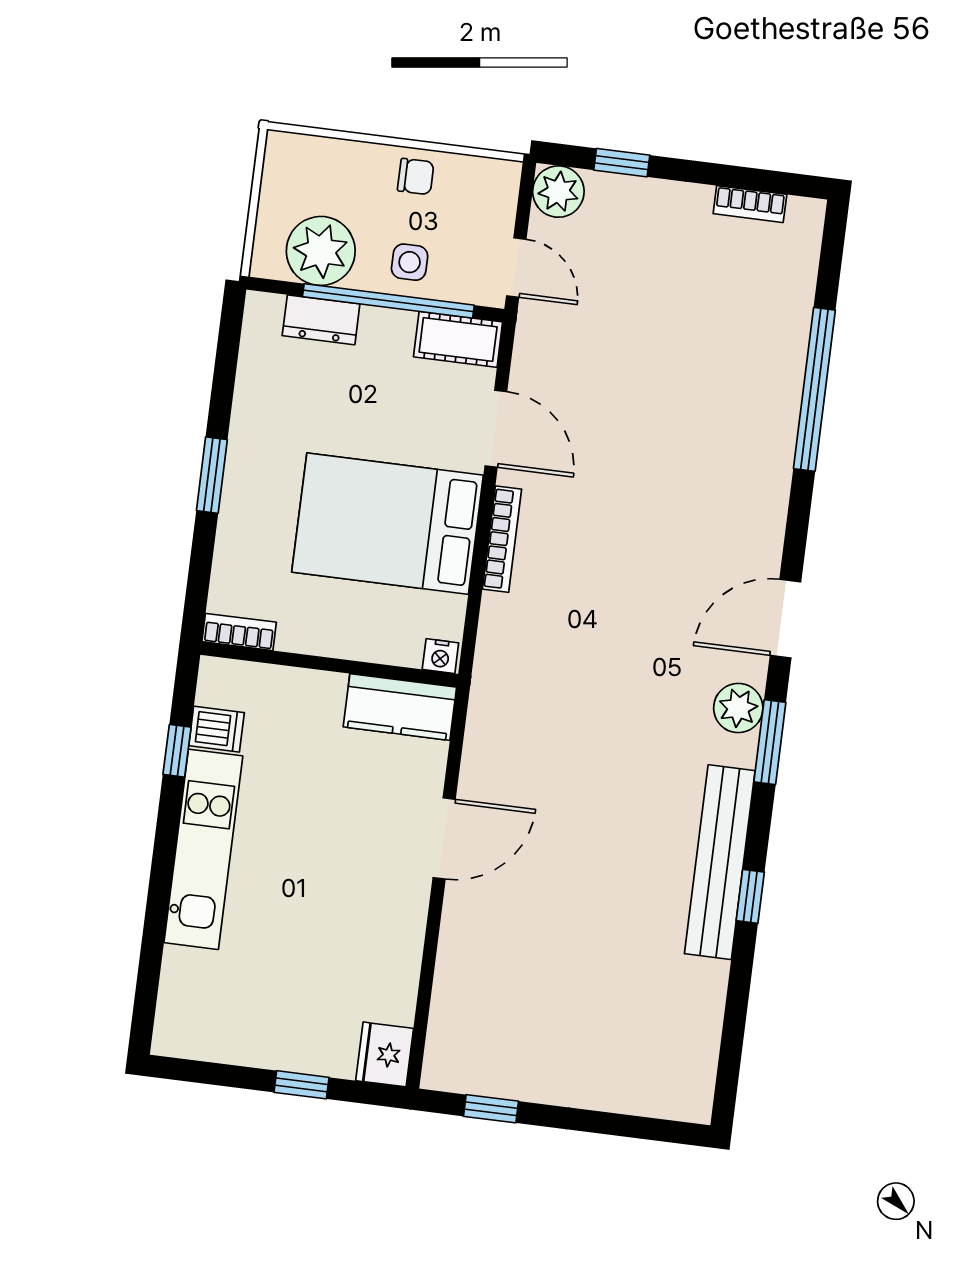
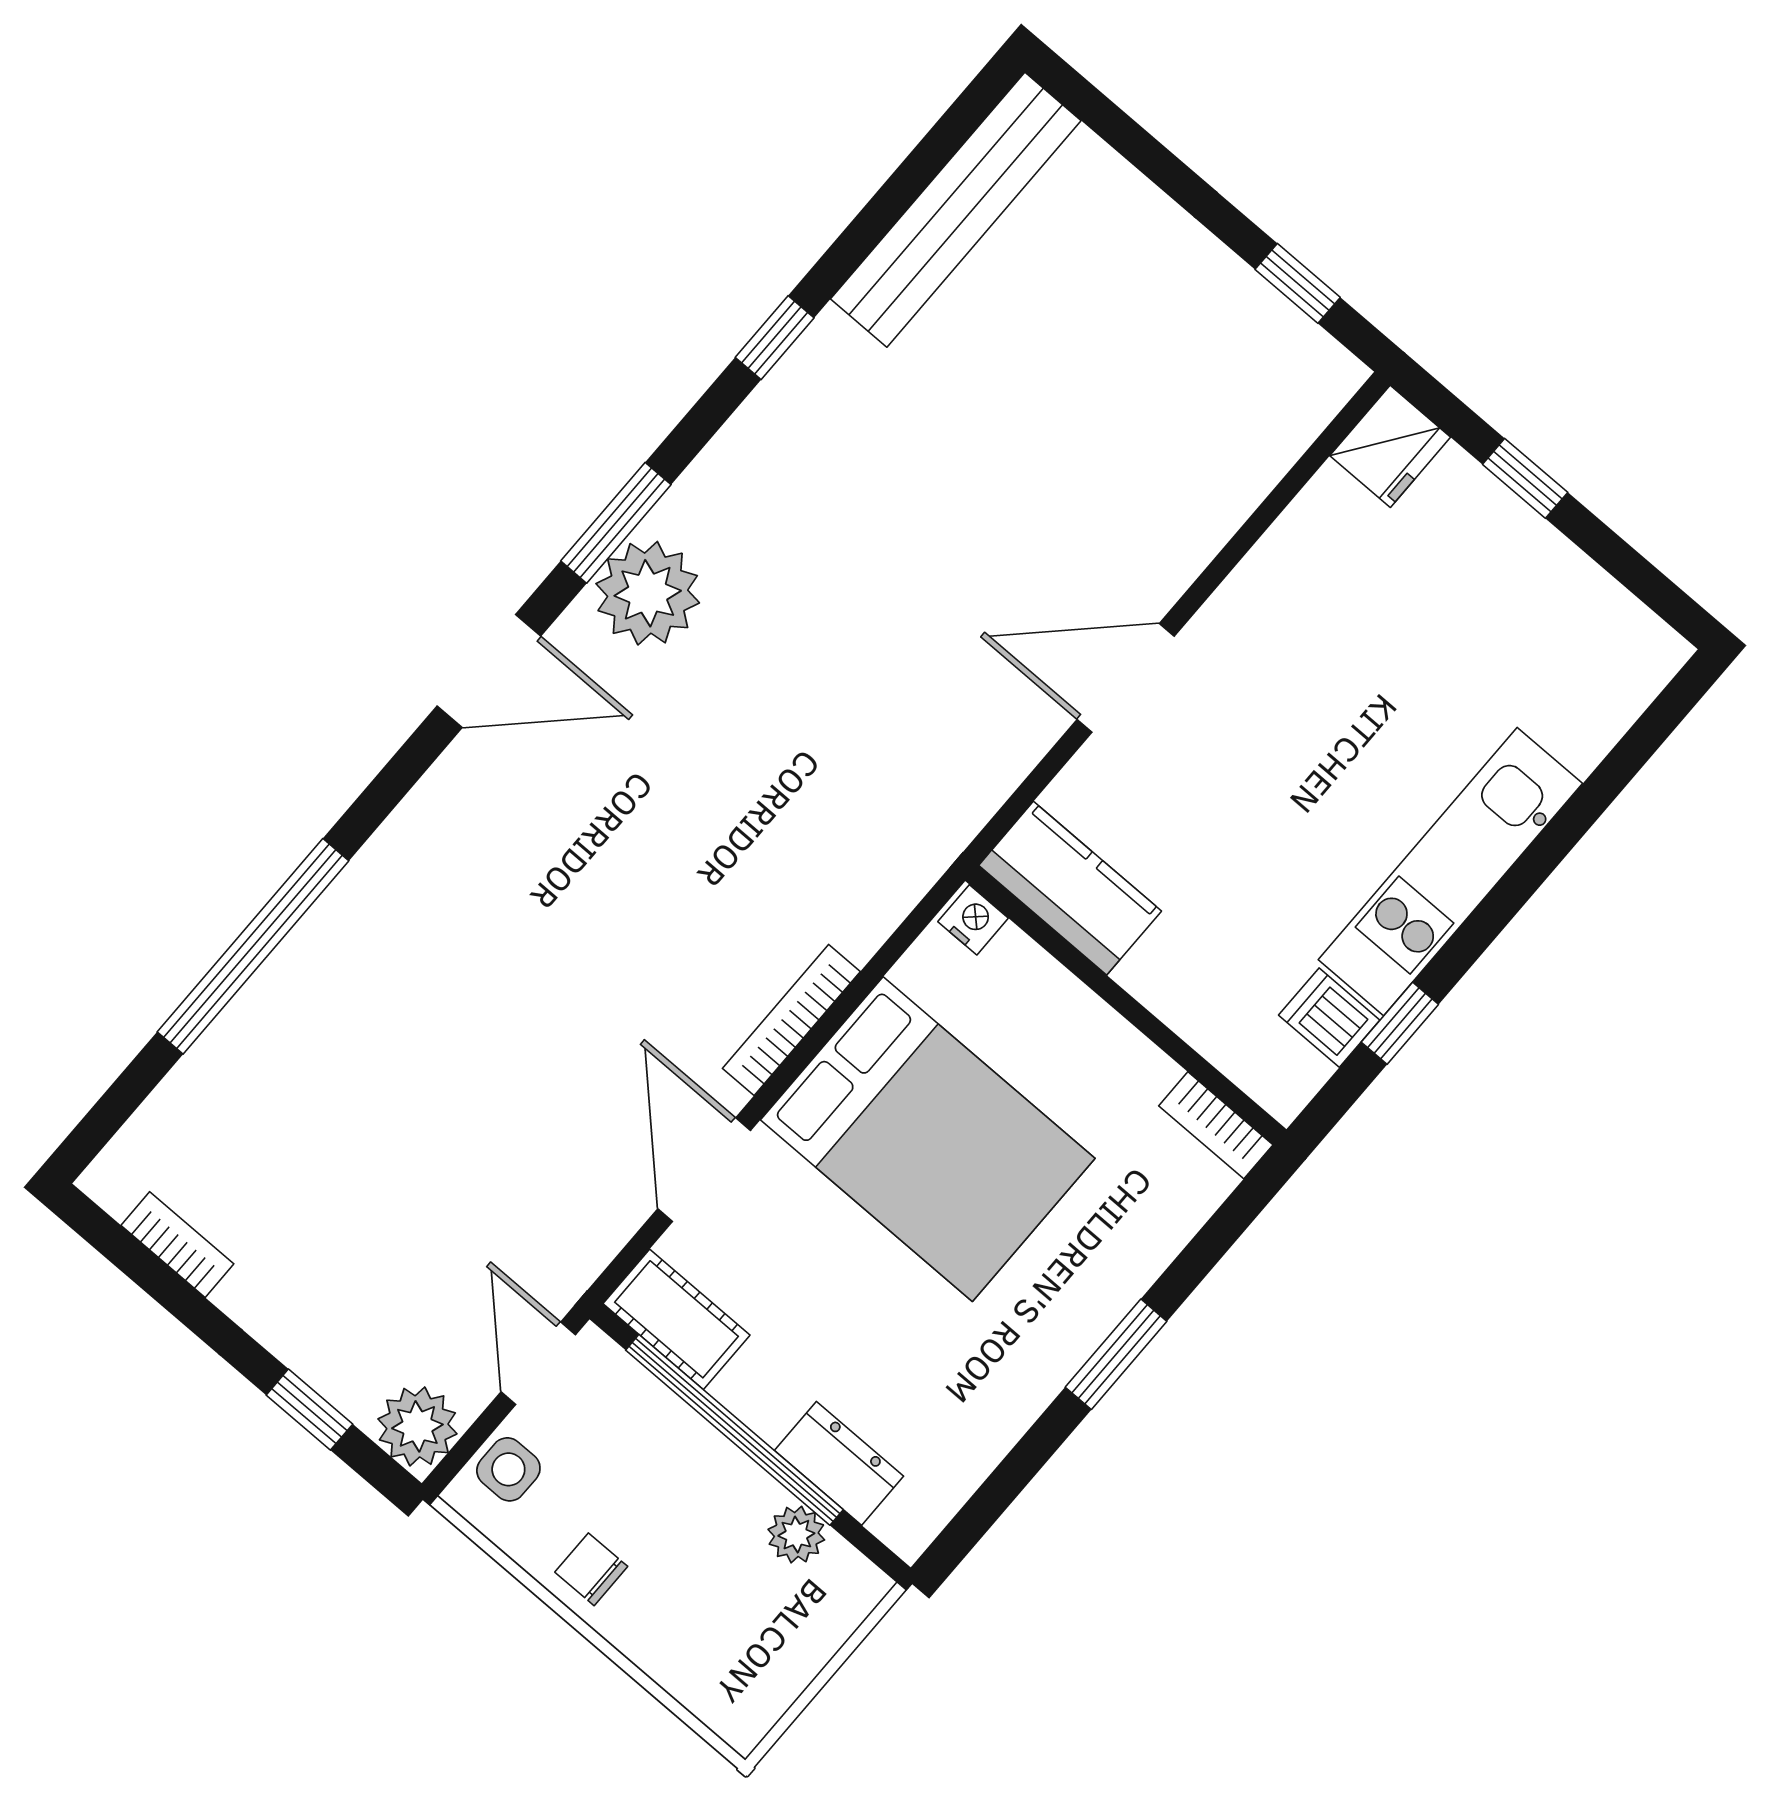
plant: (321, 251) -> (796, 1535), width x0.53, depth x0.53
side table: (410, 262) -> (508, 1469), moved
plant: (738, 708) -> (648, 593), width x1.36, depth x1.36
bench: (720, 862) -> (956, 210), moved

